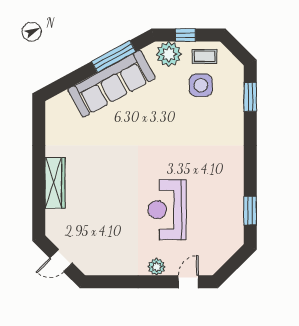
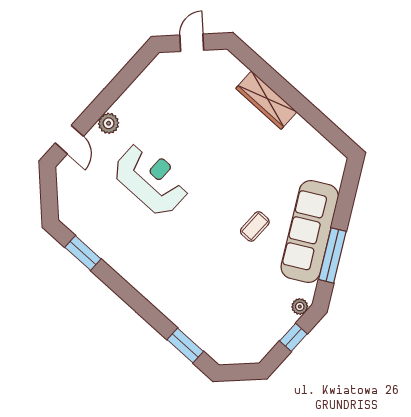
plant: (169, 54) -> (300, 307), width x0.53, depth x0.53
coffee table: (205, 56) -> (255, 226), moved
side table: (201, 85) -> (236, 310), removed

